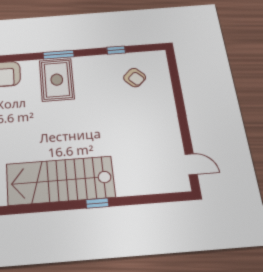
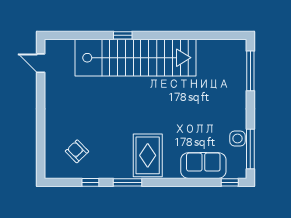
window: (59, 55) -> (127, 182), moved
stairs: (60, 181) -> (136, 58), width x1.36

